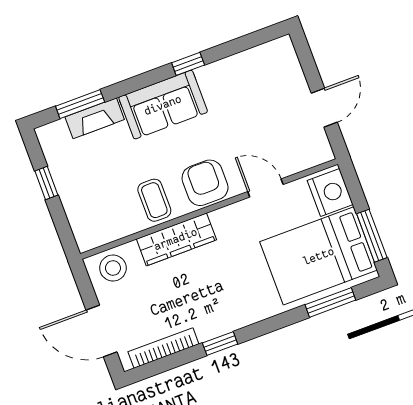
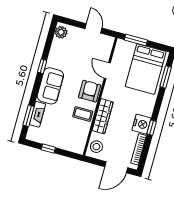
plant: (275, 54) -> (61, 32), added
armchair: (205, 183) -> (90, 91), turned 90
door: (265, 188) -> (107, 71), hinge flipped
nightstand: (330, 192) -> (142, 124), moved, turned 90
window: (372, 236) -> (136, 40), moved

